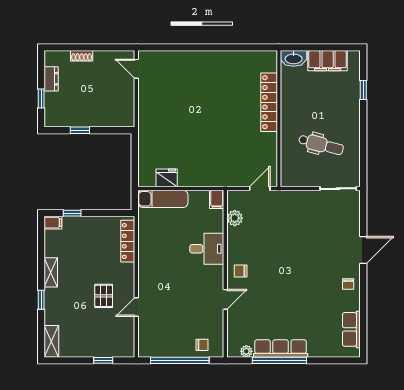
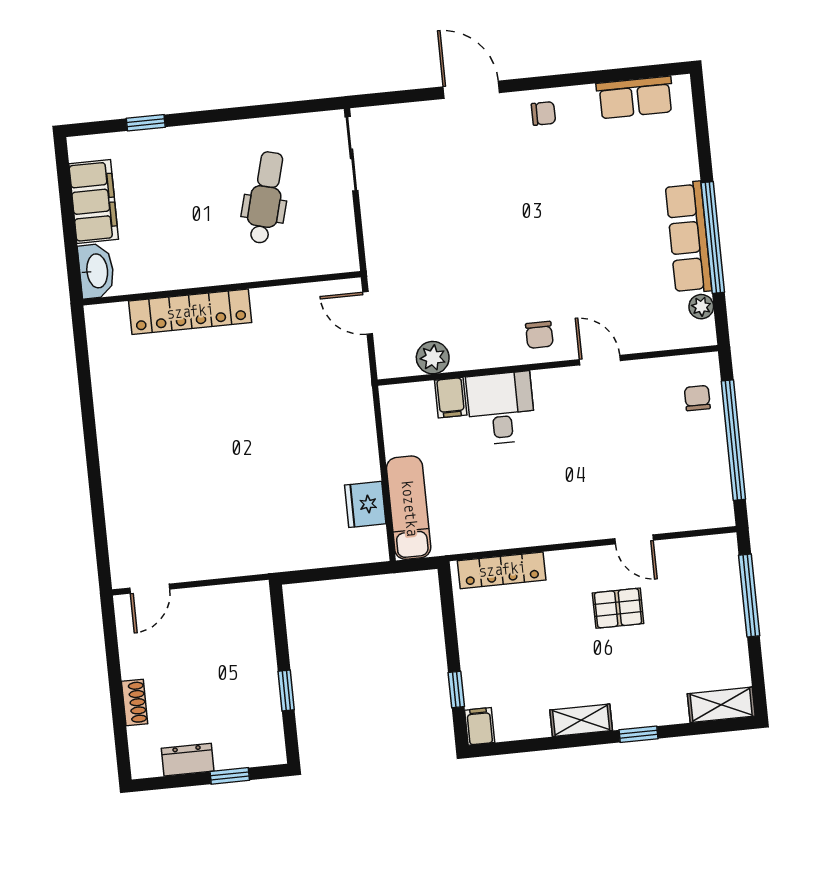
filing cabinet: (217, 199) -> (451, 398), moved, turned 90
window: (103, 360) -> (749, 596), width x2.17

